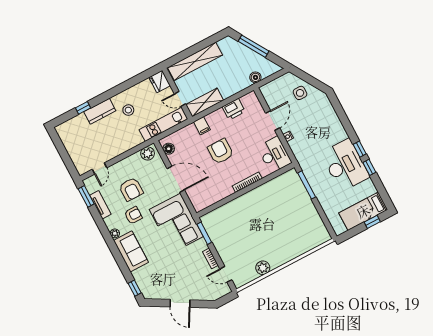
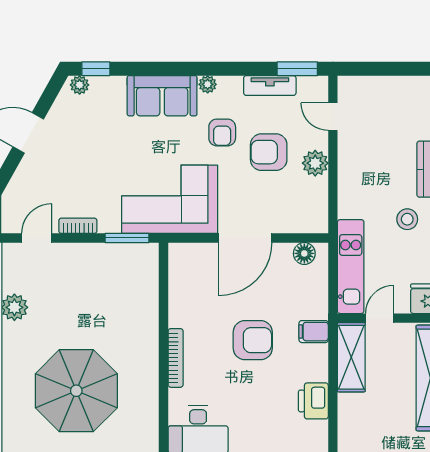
plant: (148, 153) -> (315, 163), moved
parasol: (286, 220) -> (76, 391), added
plant: (146, 292) -> (80, 85), added

